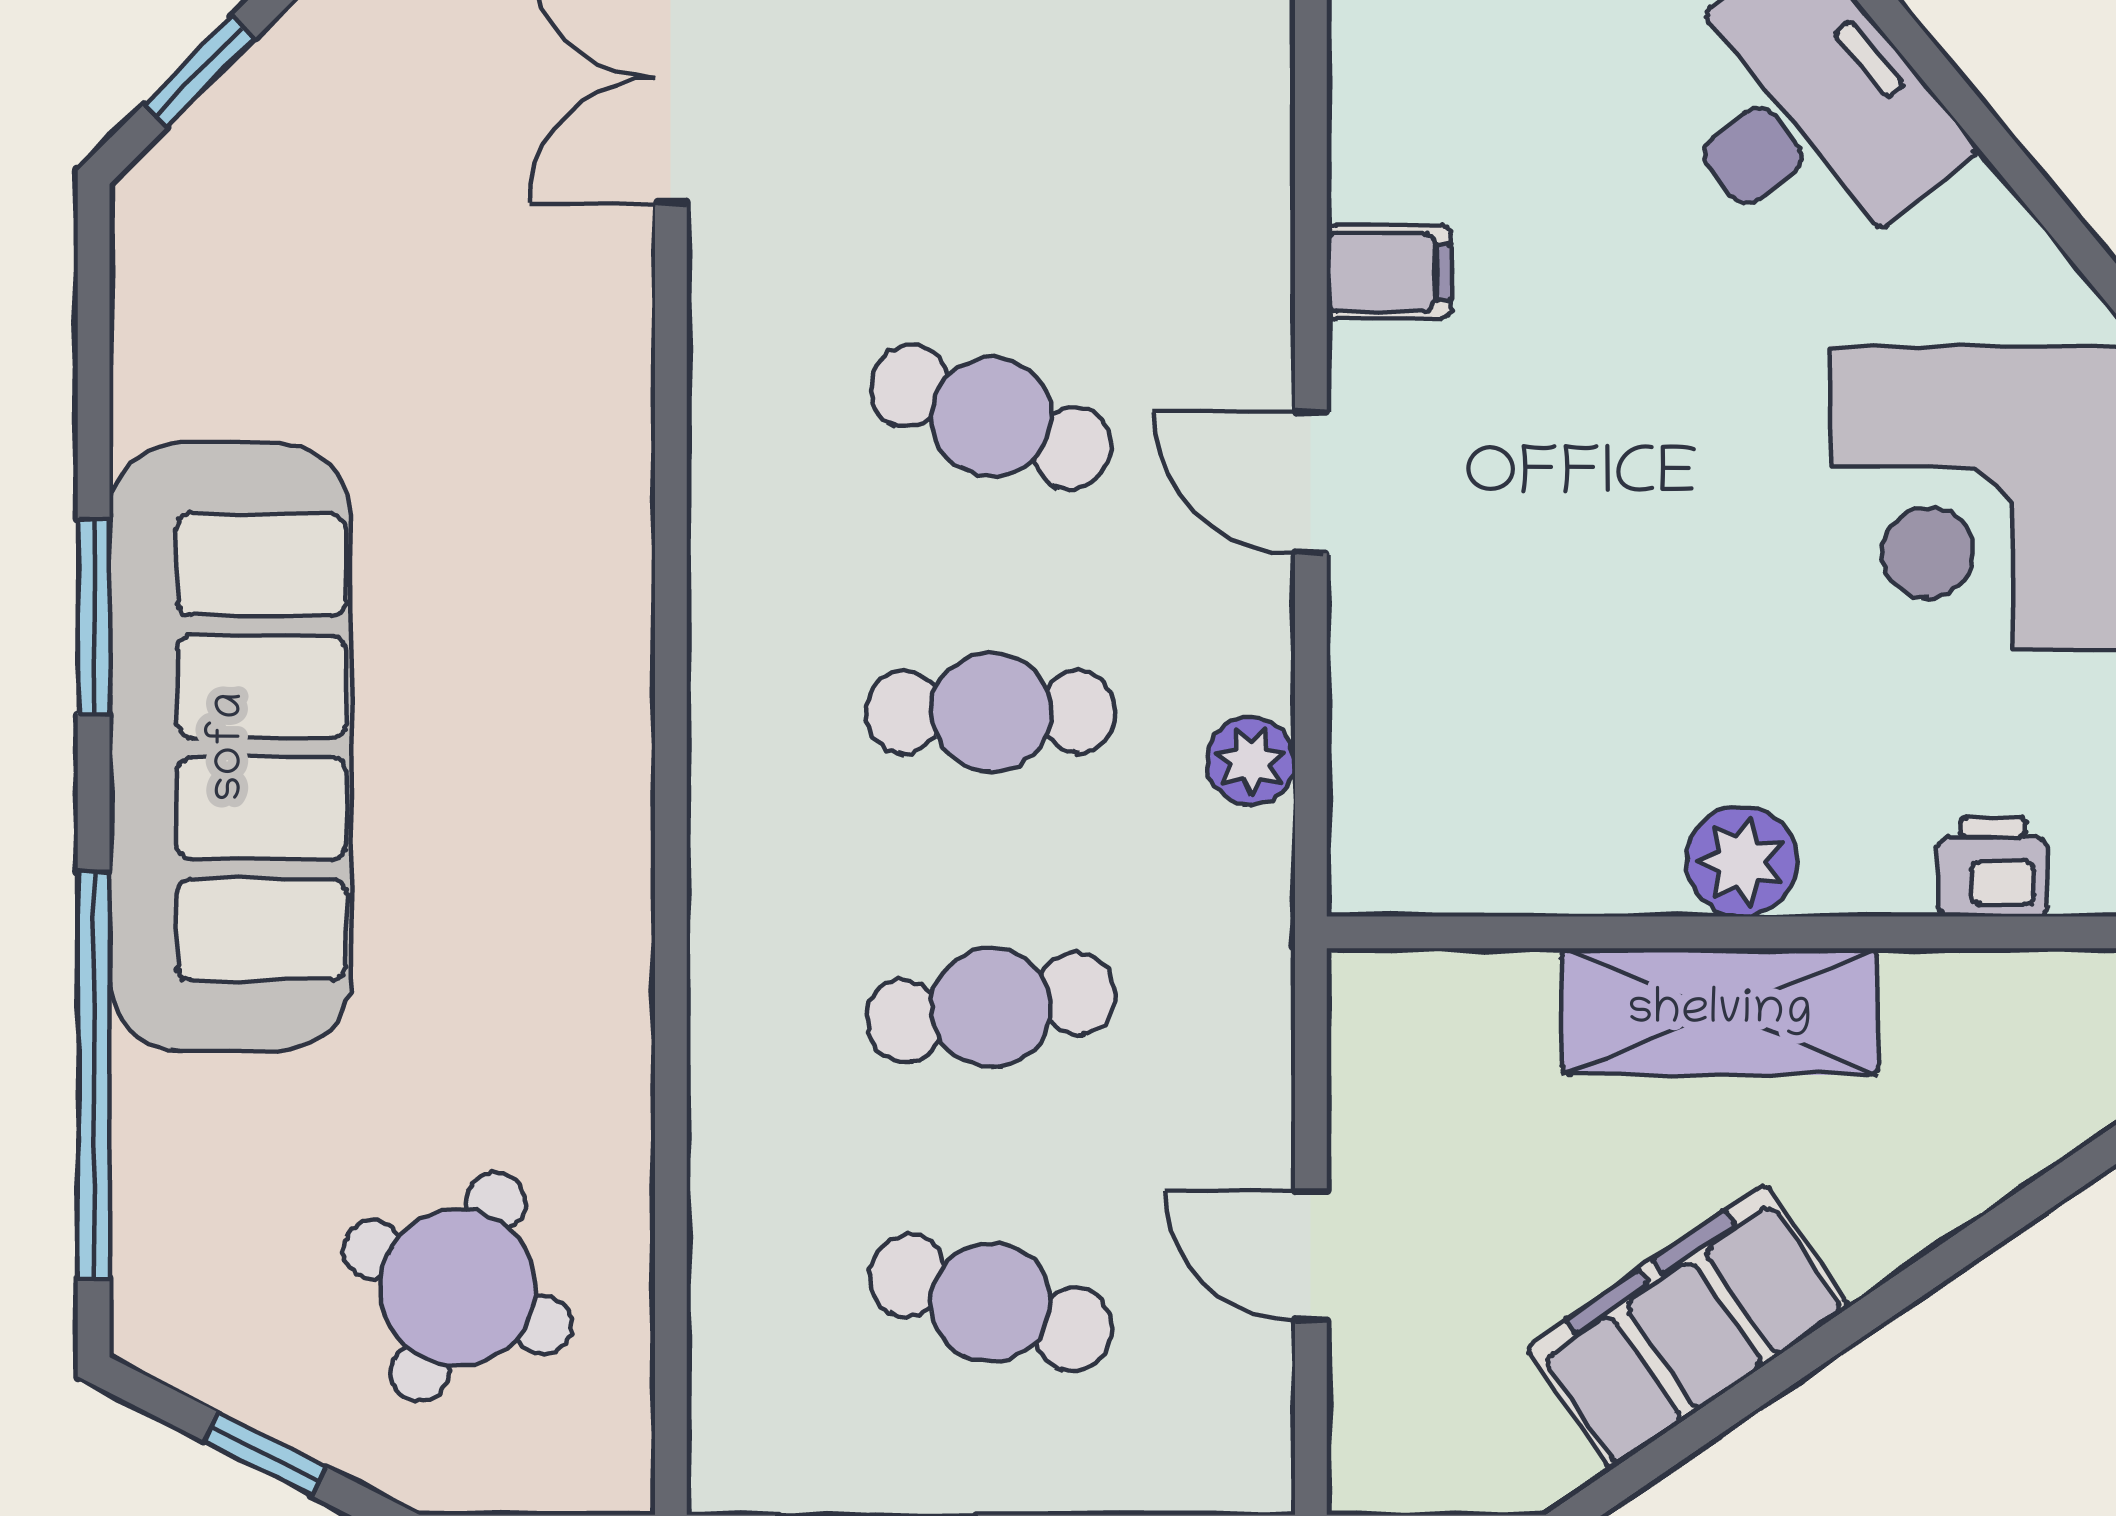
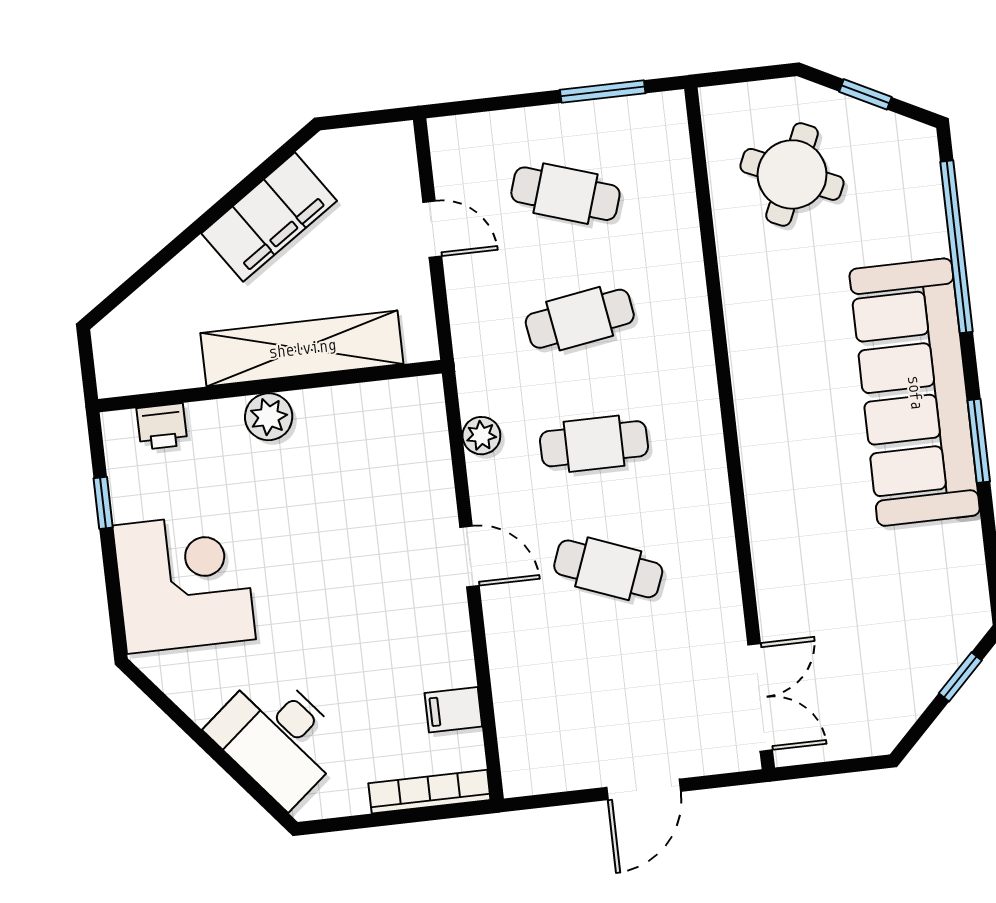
filing cabinet: (1389, 272) -> (453, 710), moved
shelving: (1720, 1012) -> (302, 349), width x1.47

